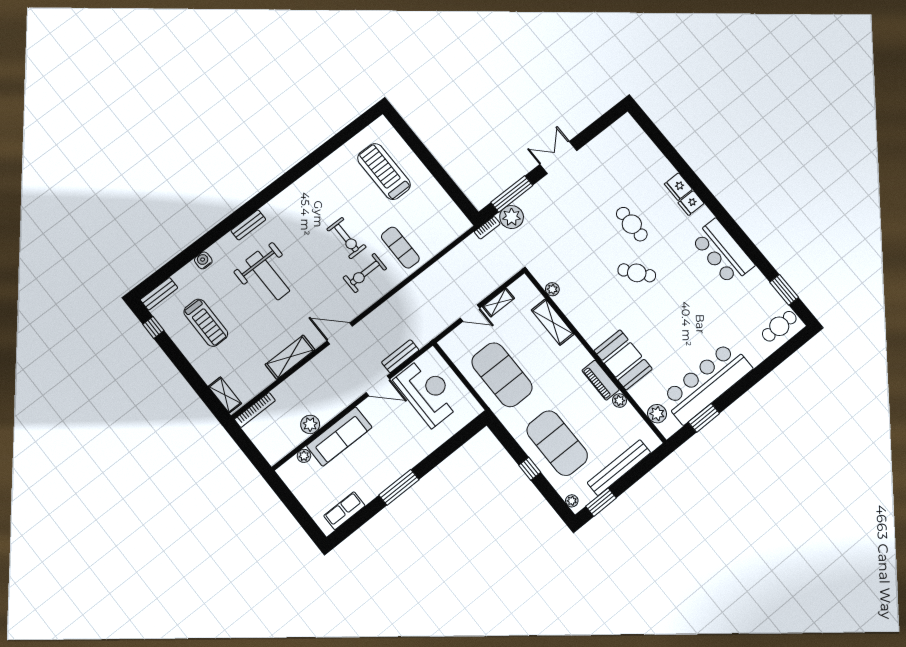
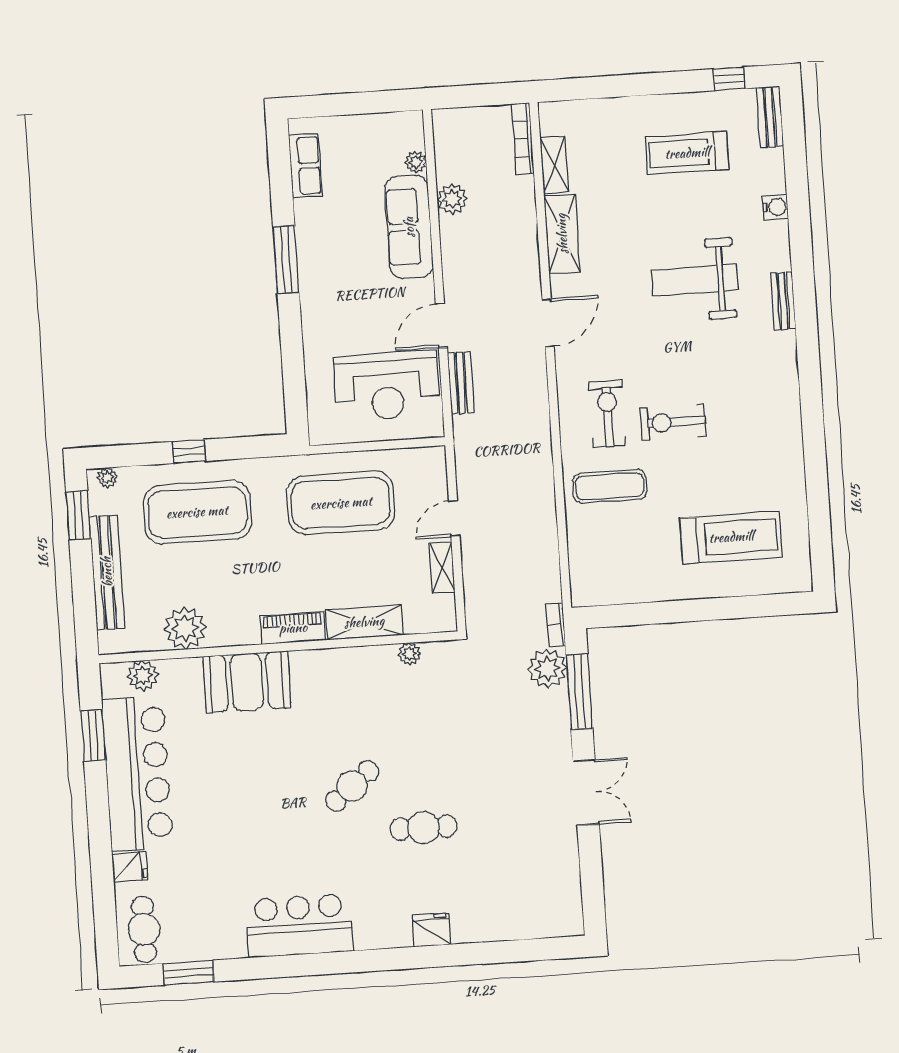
fridge: (691, 203) -> (130, 867), moved, turned 90
piano: (601, 380) -> (293, 628), moved
shelving: (225, 395) -> (554, 165), moved, turned 90
plant: (619, 401) -> (185, 628), width x1.88, depth x1.88

